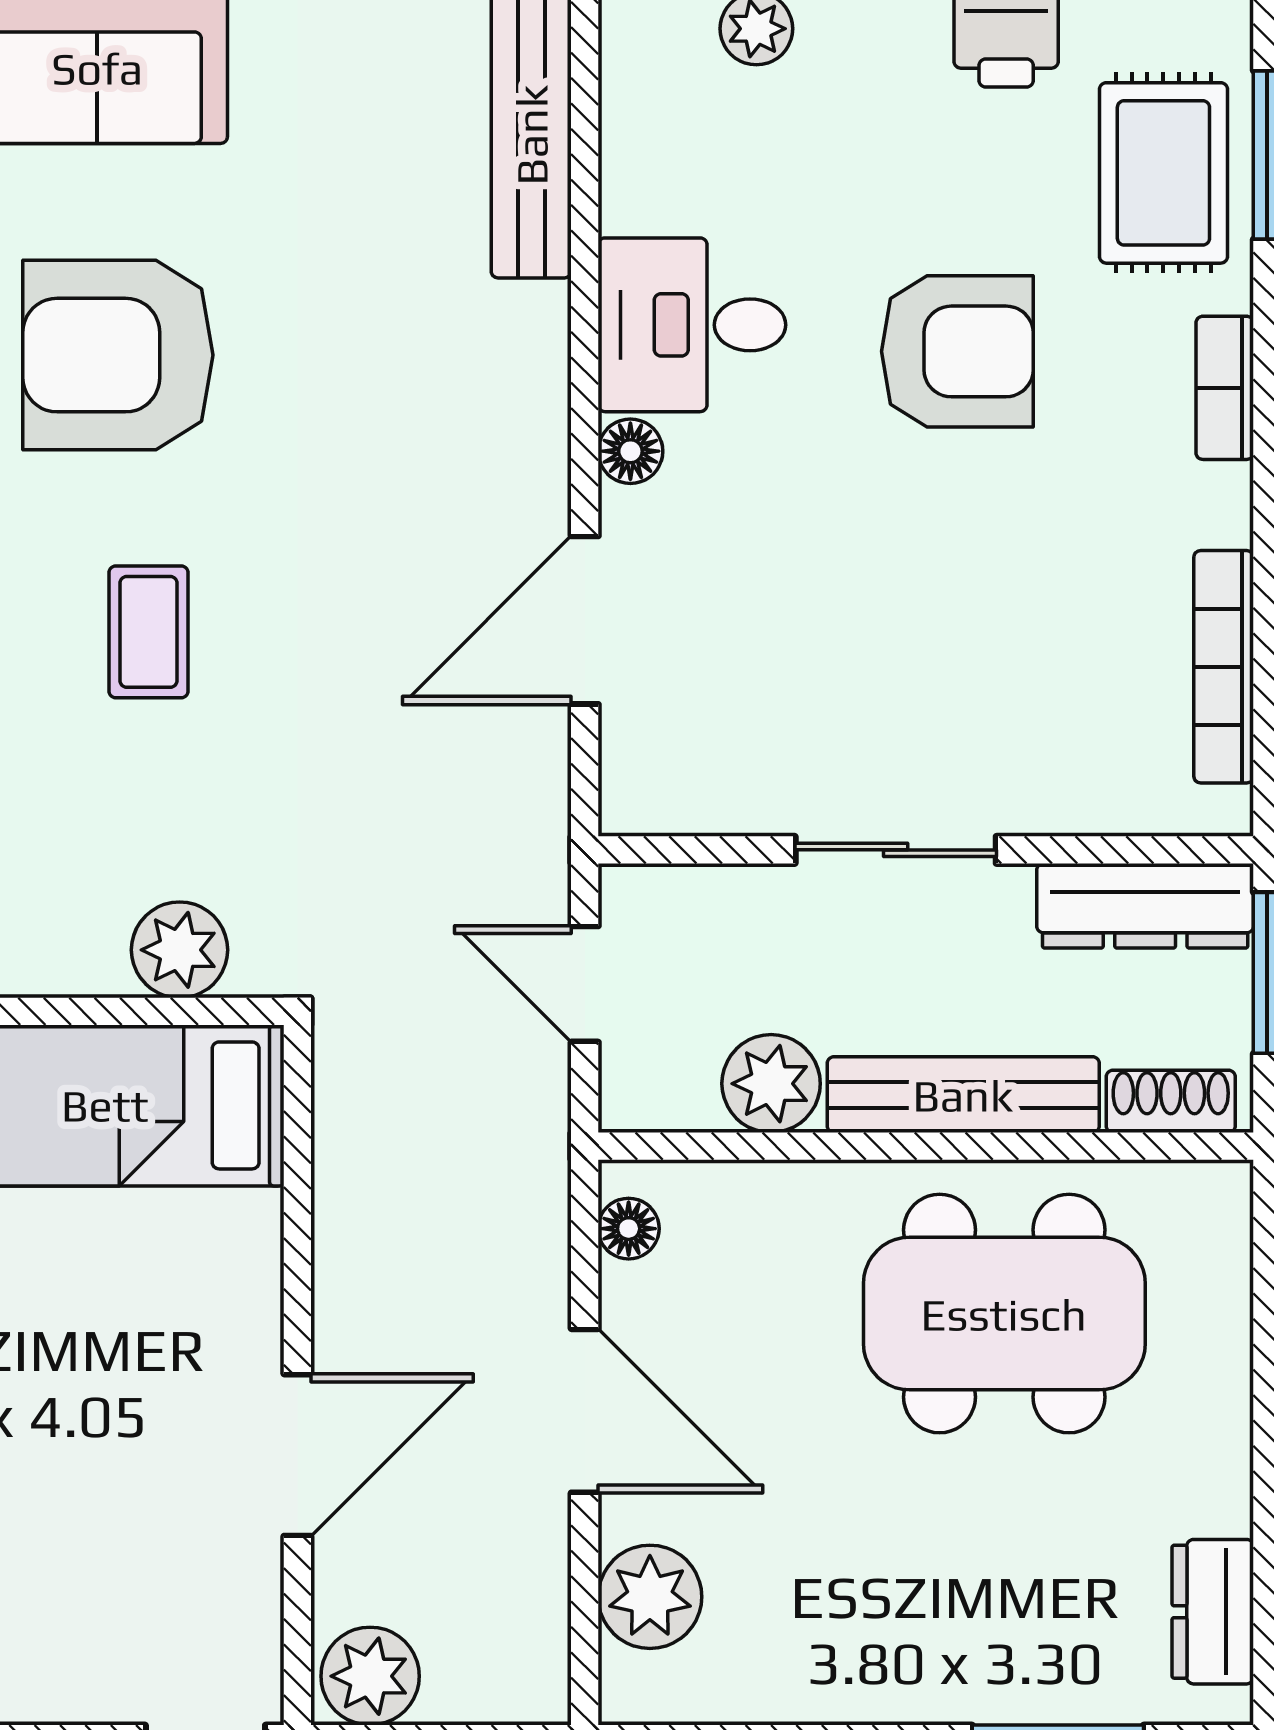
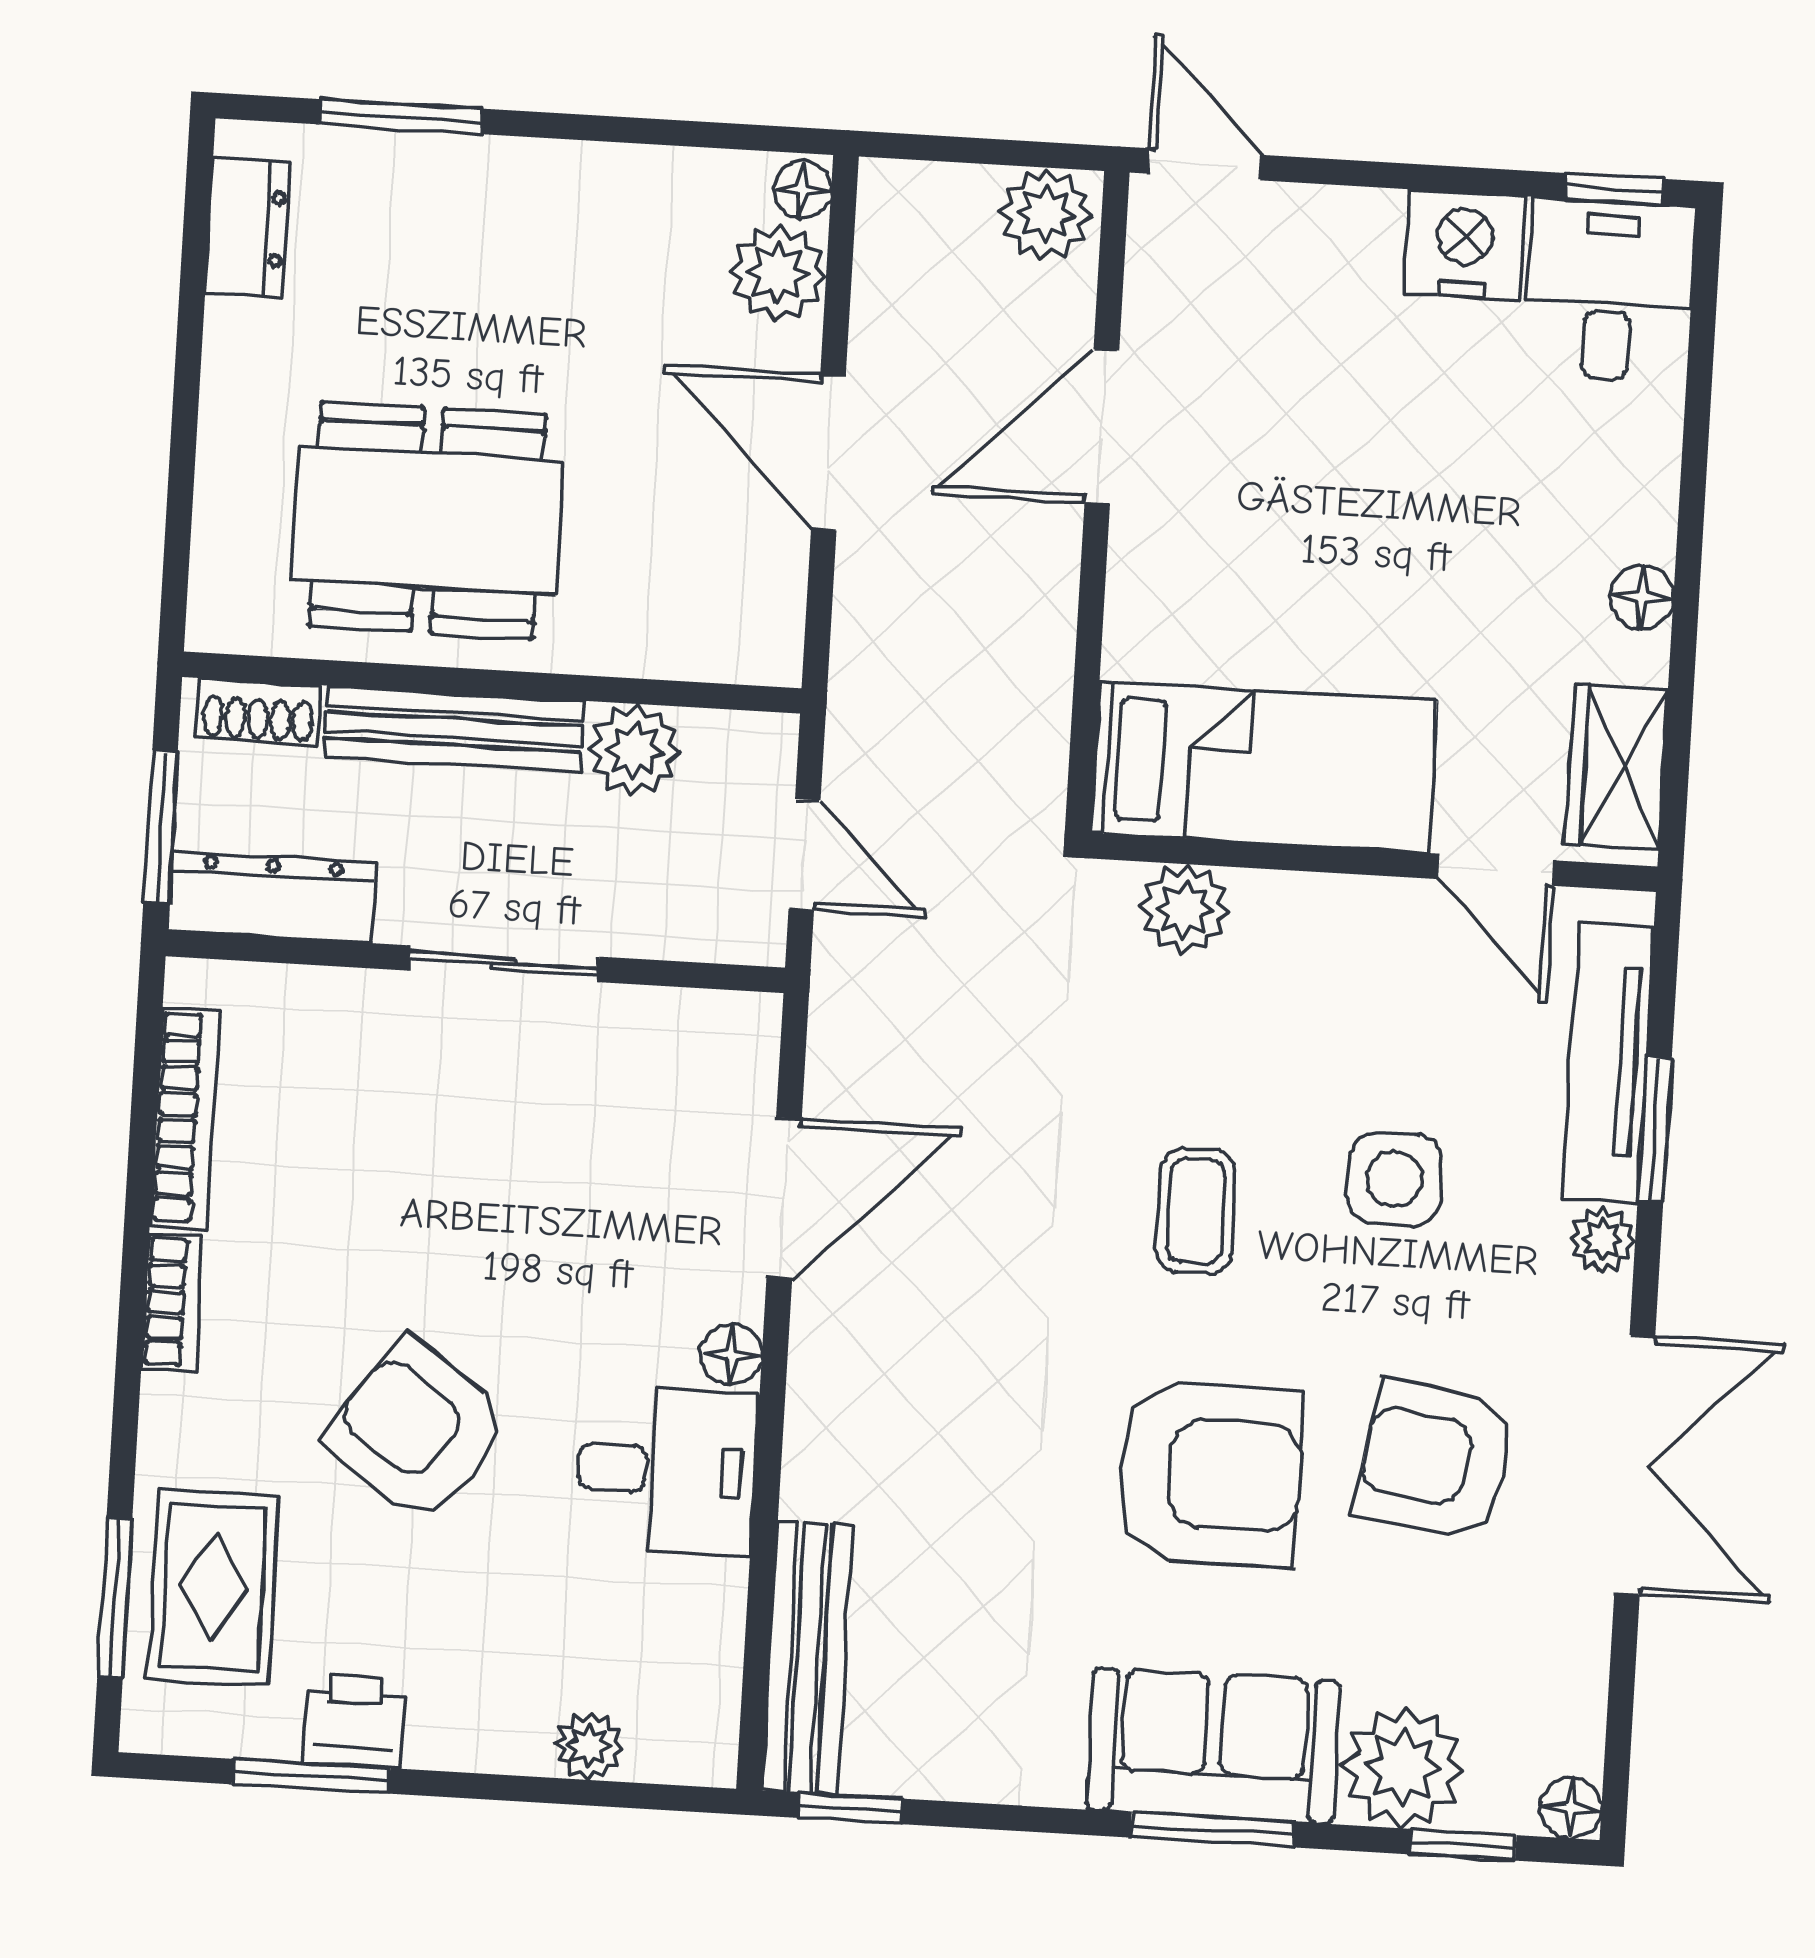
armchair: (957, 351) -> (418, 1430), turned 36
bookcase: (1225, 388) -> (172, 1302), moved
floor lamp: (629, 1229) -> (802, 190), moved

